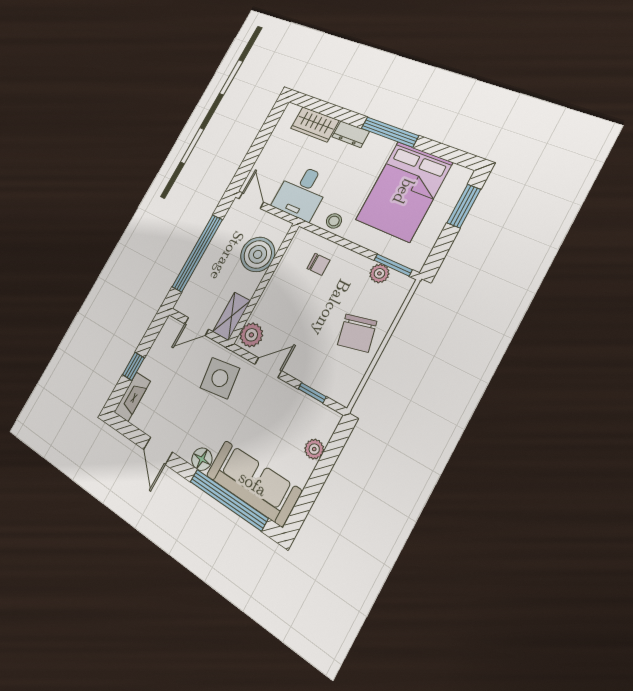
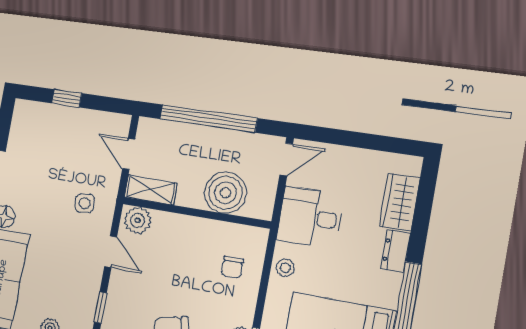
side table: (220, 378) -> (85, 203), width x0.54, depth x0.54
fireplace: (132, 397) -> (37, 112), removed

